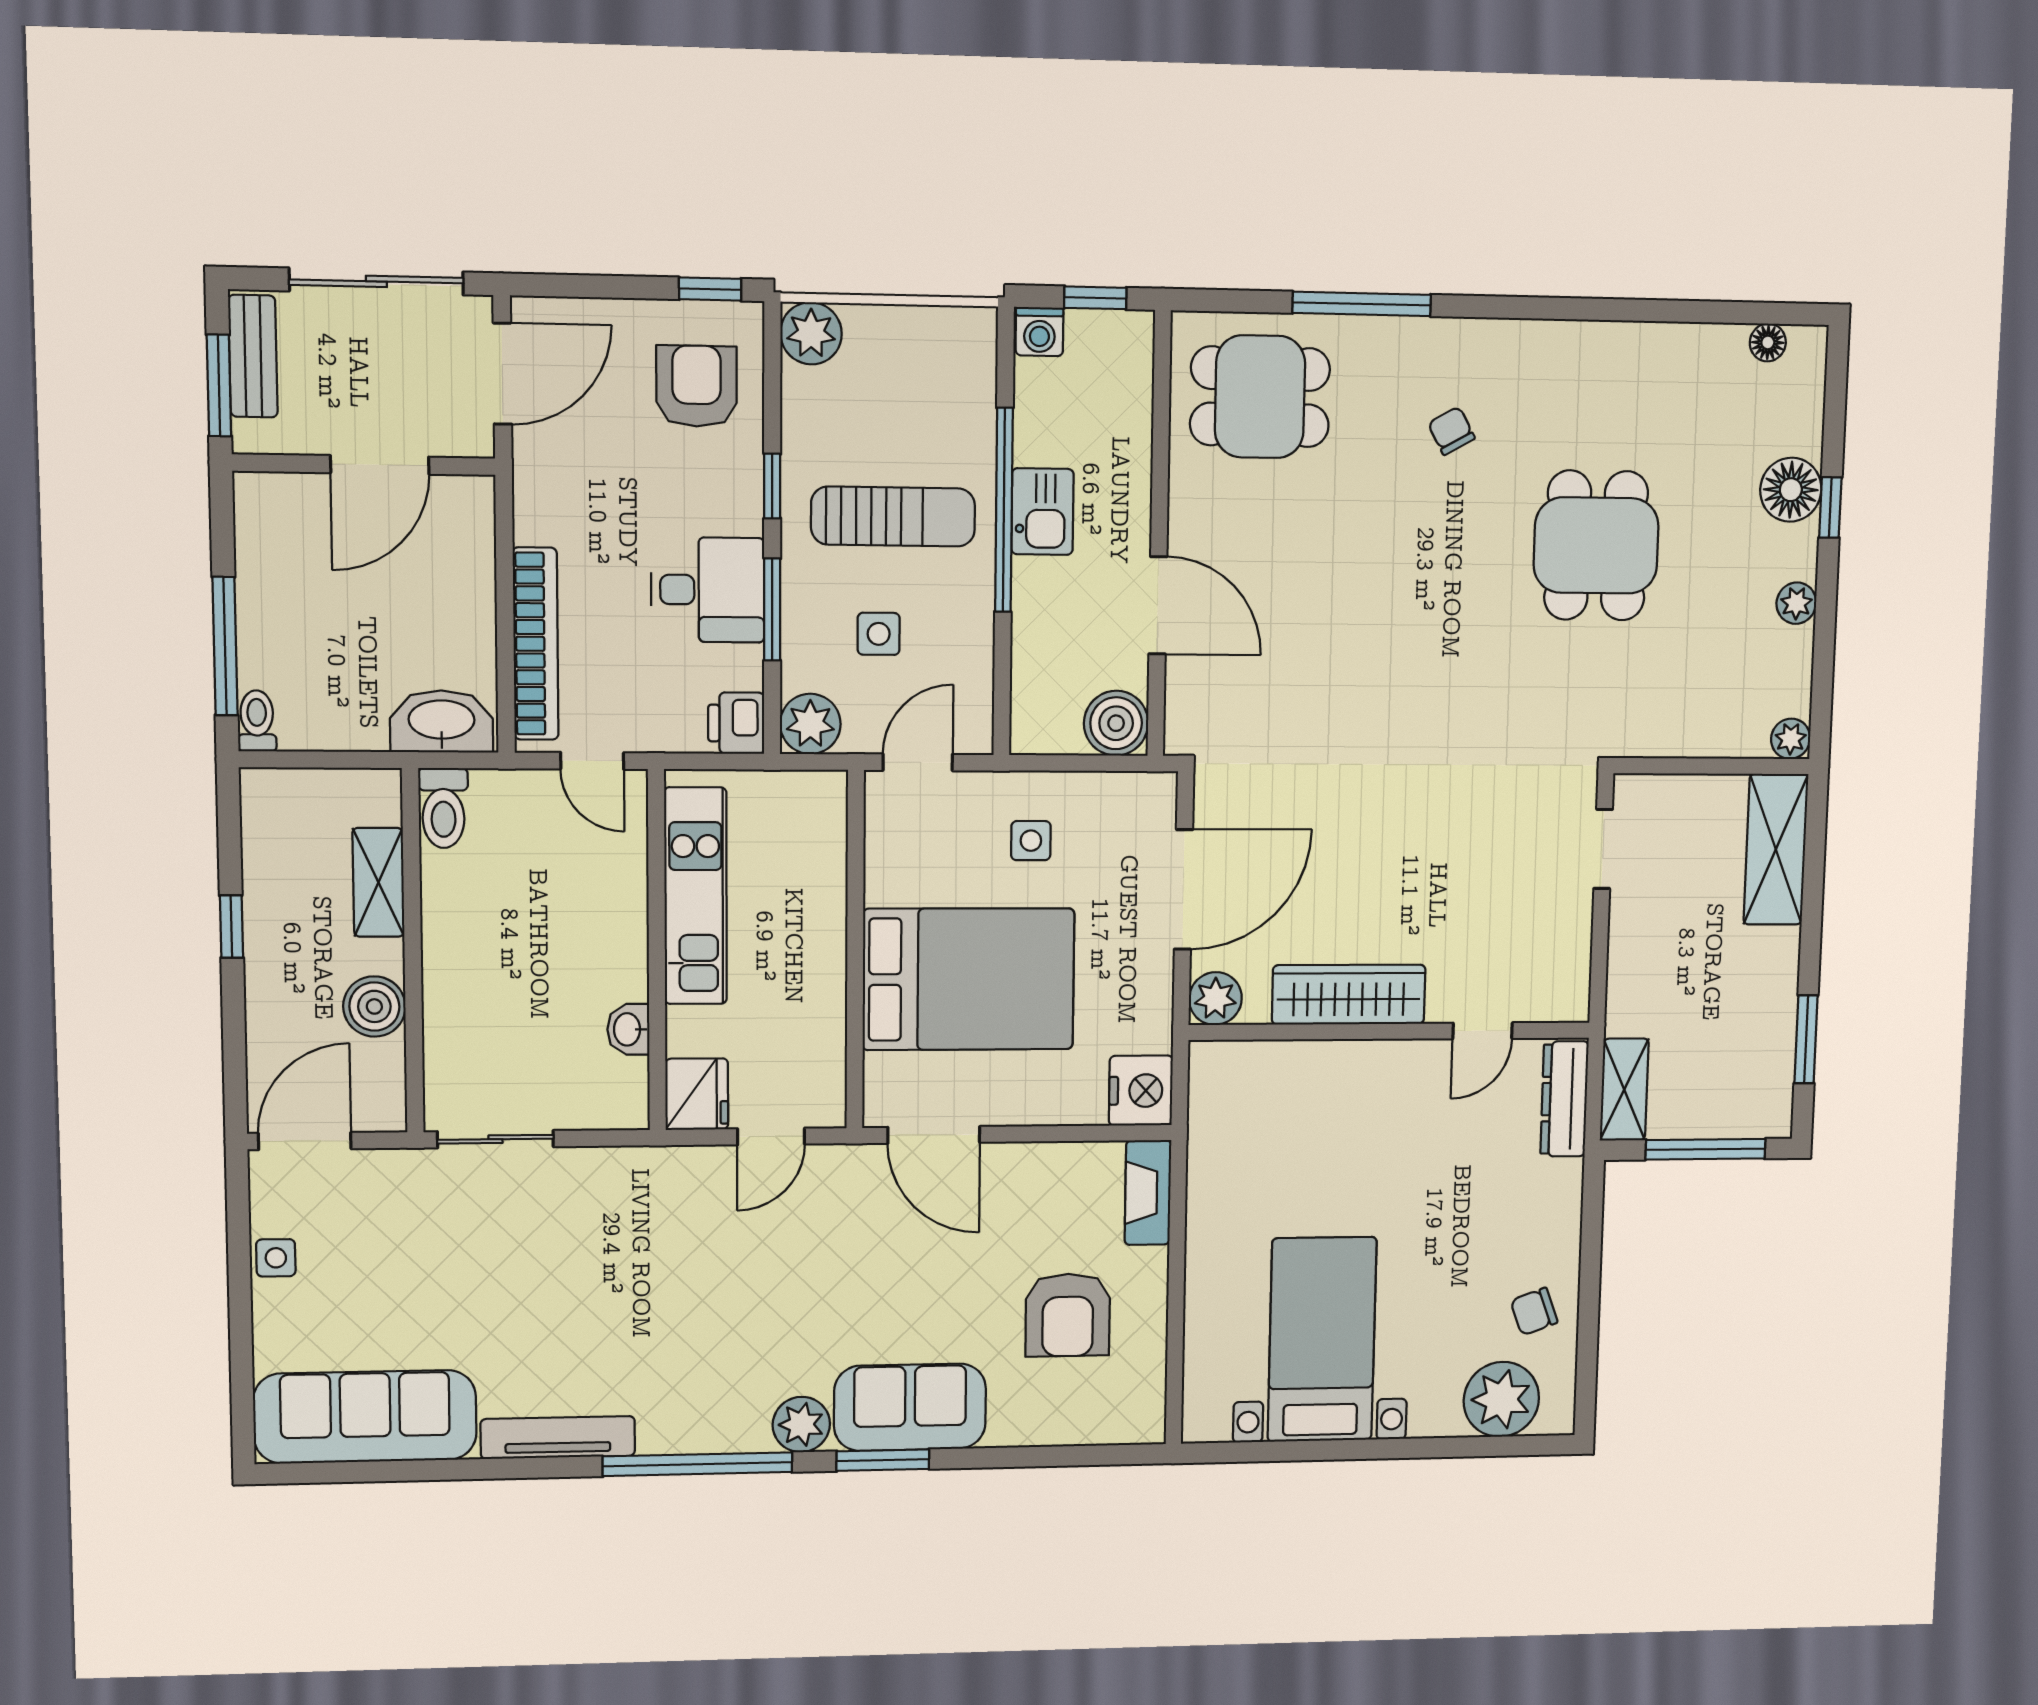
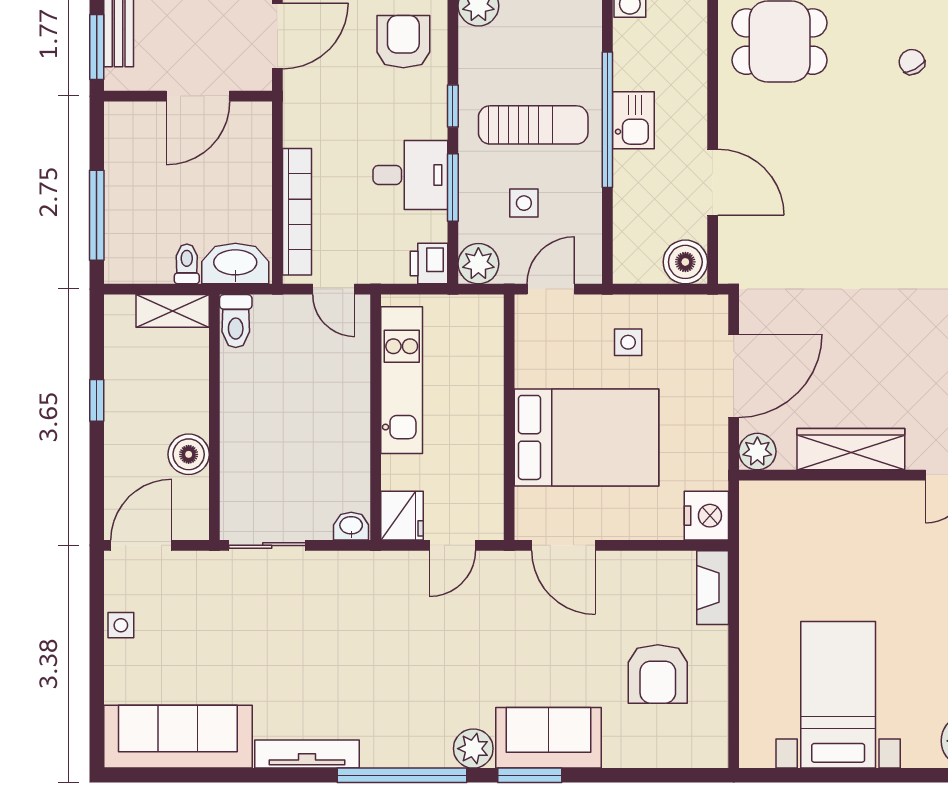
toilet: (257, 721) -> (187, 264), moved
shelving: (378, 882) -> (173, 311), moved, turned 90
washbasin: (628, 1029) -> (351, 526), moved, turned 90

